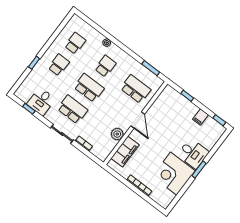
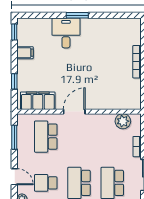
door: (125, 49) -> (14, 177), added
plant: (117, 134) -> (123, 121), moved
filing cabinet: (125, 151) -> (38, 101), moved
corner desk: (174, 174) -> (100, 37), removed

